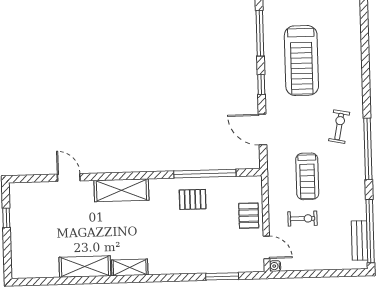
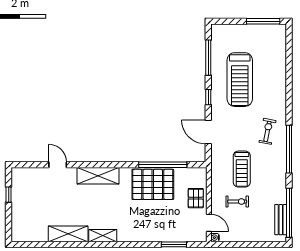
pallet: (193, 199) -> (153, 184), width x2.05, depth x2.00

